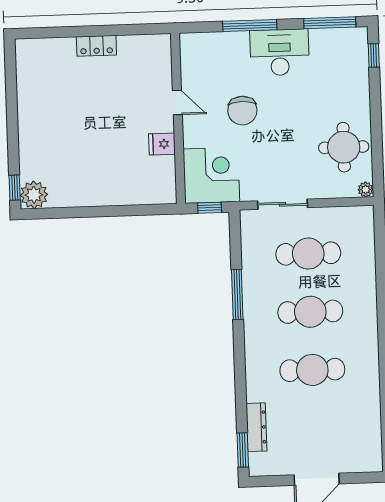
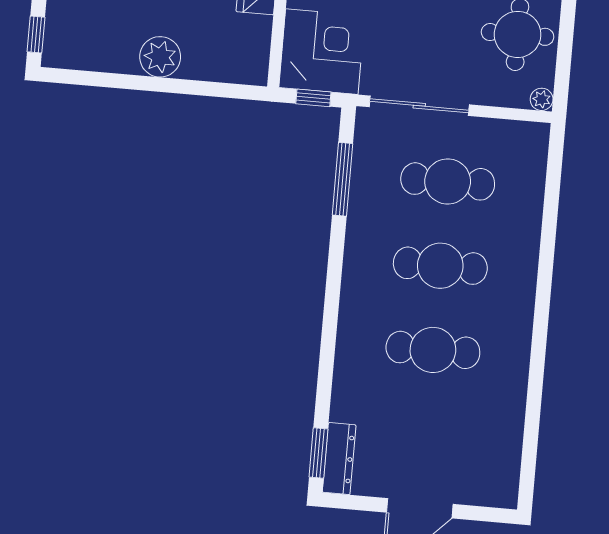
plant: (34, 195) -> (160, 57), moved
sliding door: (282, 204) -> (419, 106), width x1.37
window: (237, 294) -> (342, 179), moved
dresser: (256, 427) -> (339, 459), moved

